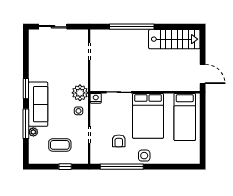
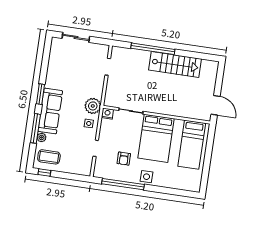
stairs: (174, 39) -> (175, 64), moved
coffee table: (60, 145) -> (49, 157), moved
window: (65, 167) -> (44, 172), moved

